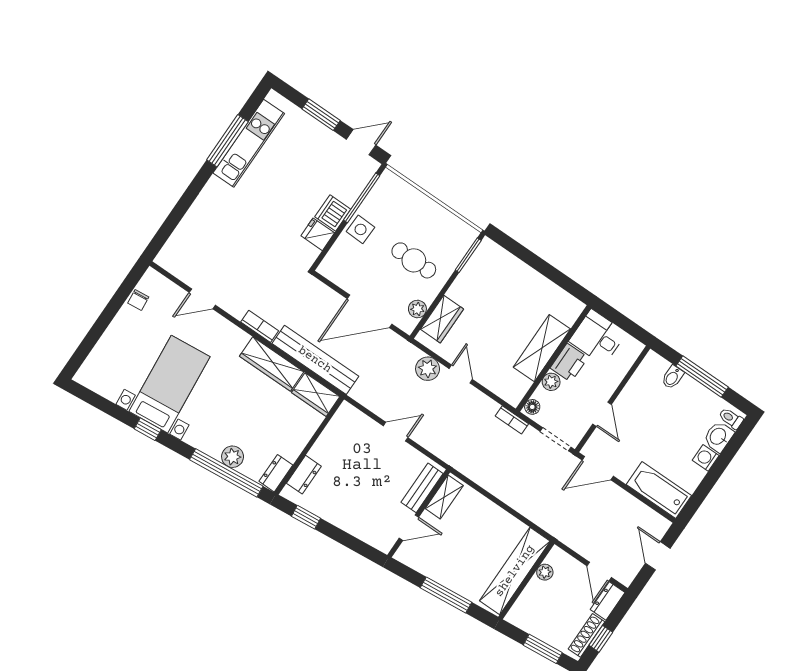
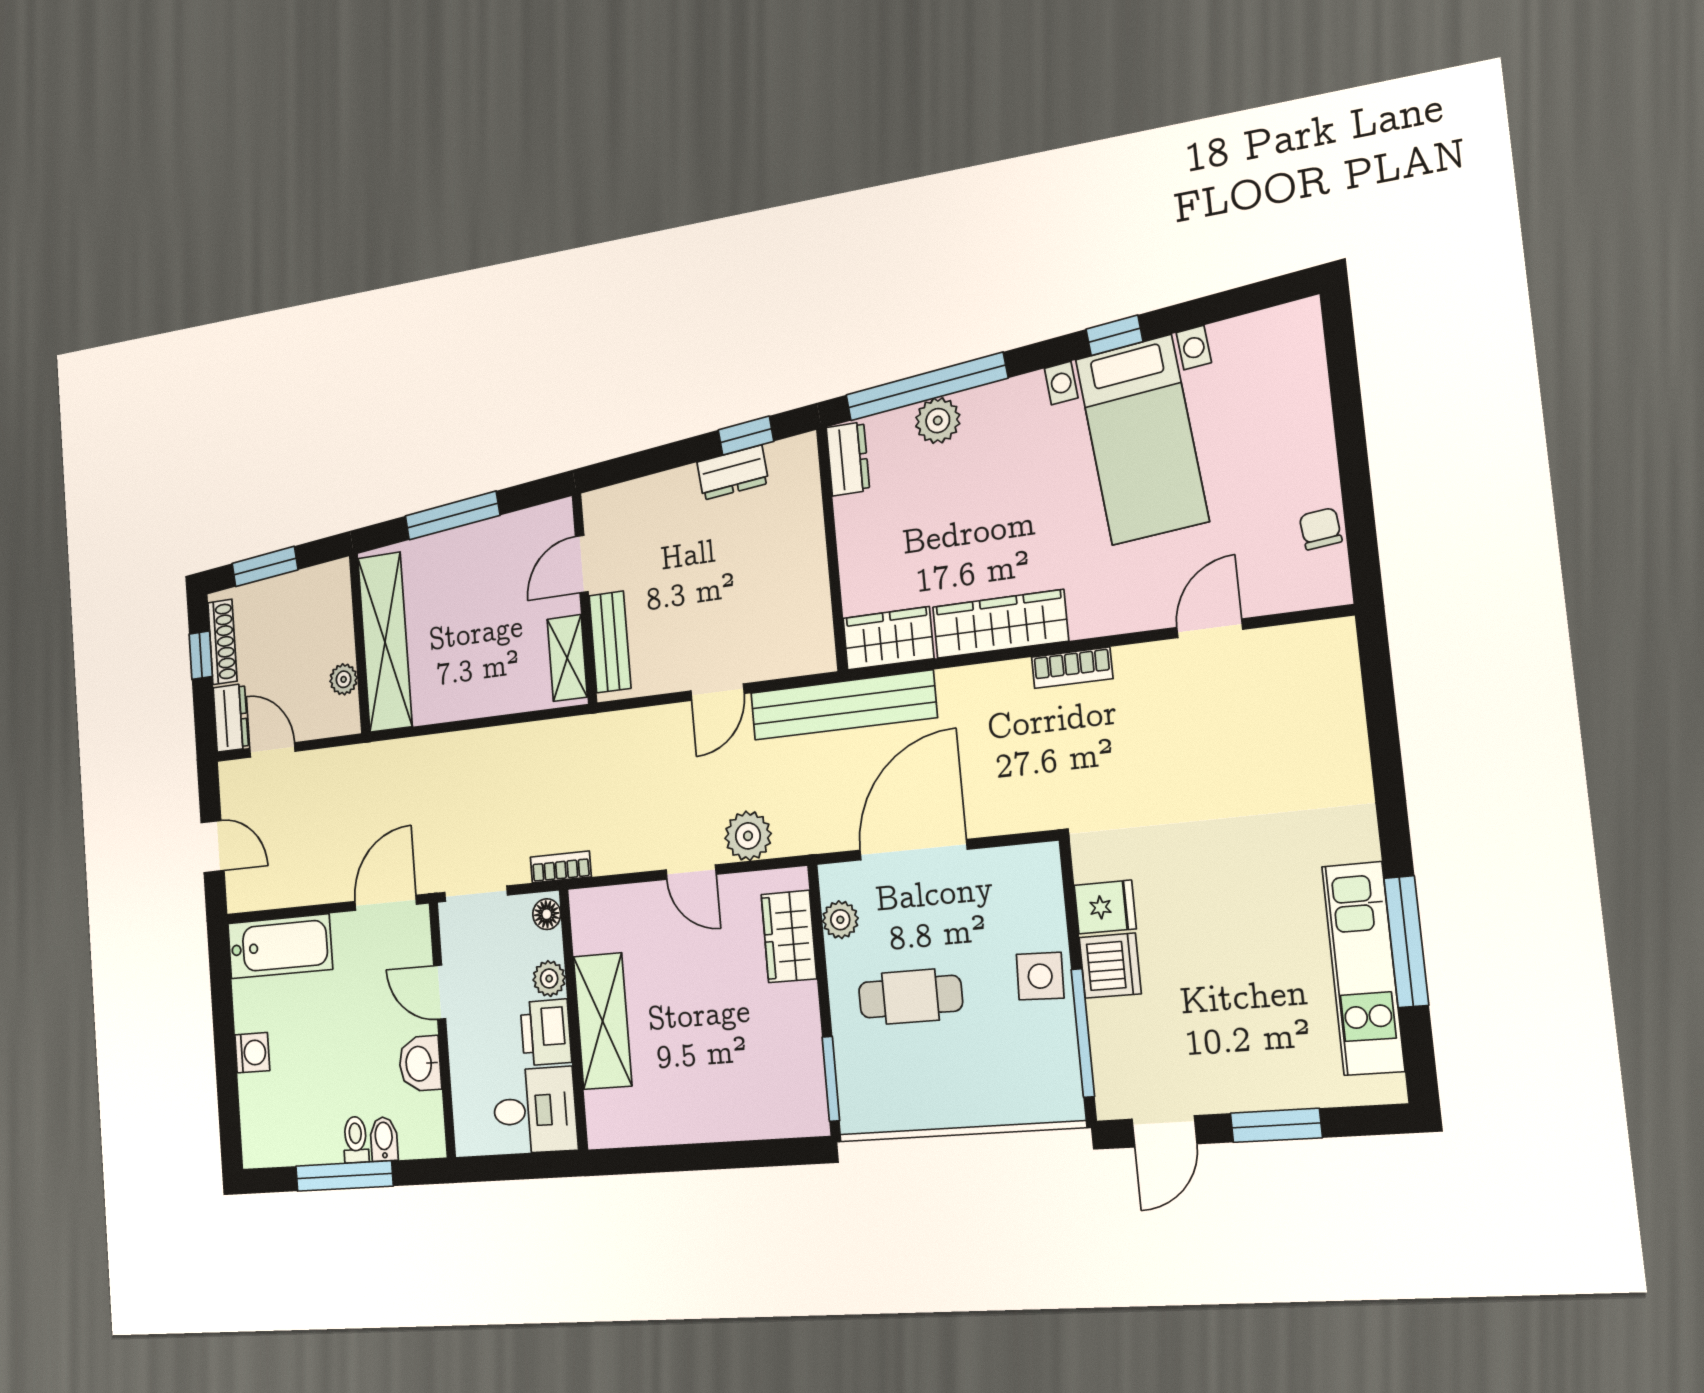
bench: (315, 360) -> (843, 705), moved
toilet: (731, 418) -> (356, 1140), moved, turned -90
washbasin: (718, 437) -> (420, 1064), moved, turned 180
dresser: (304, 475) -> (733, 473), moved, turned -95

